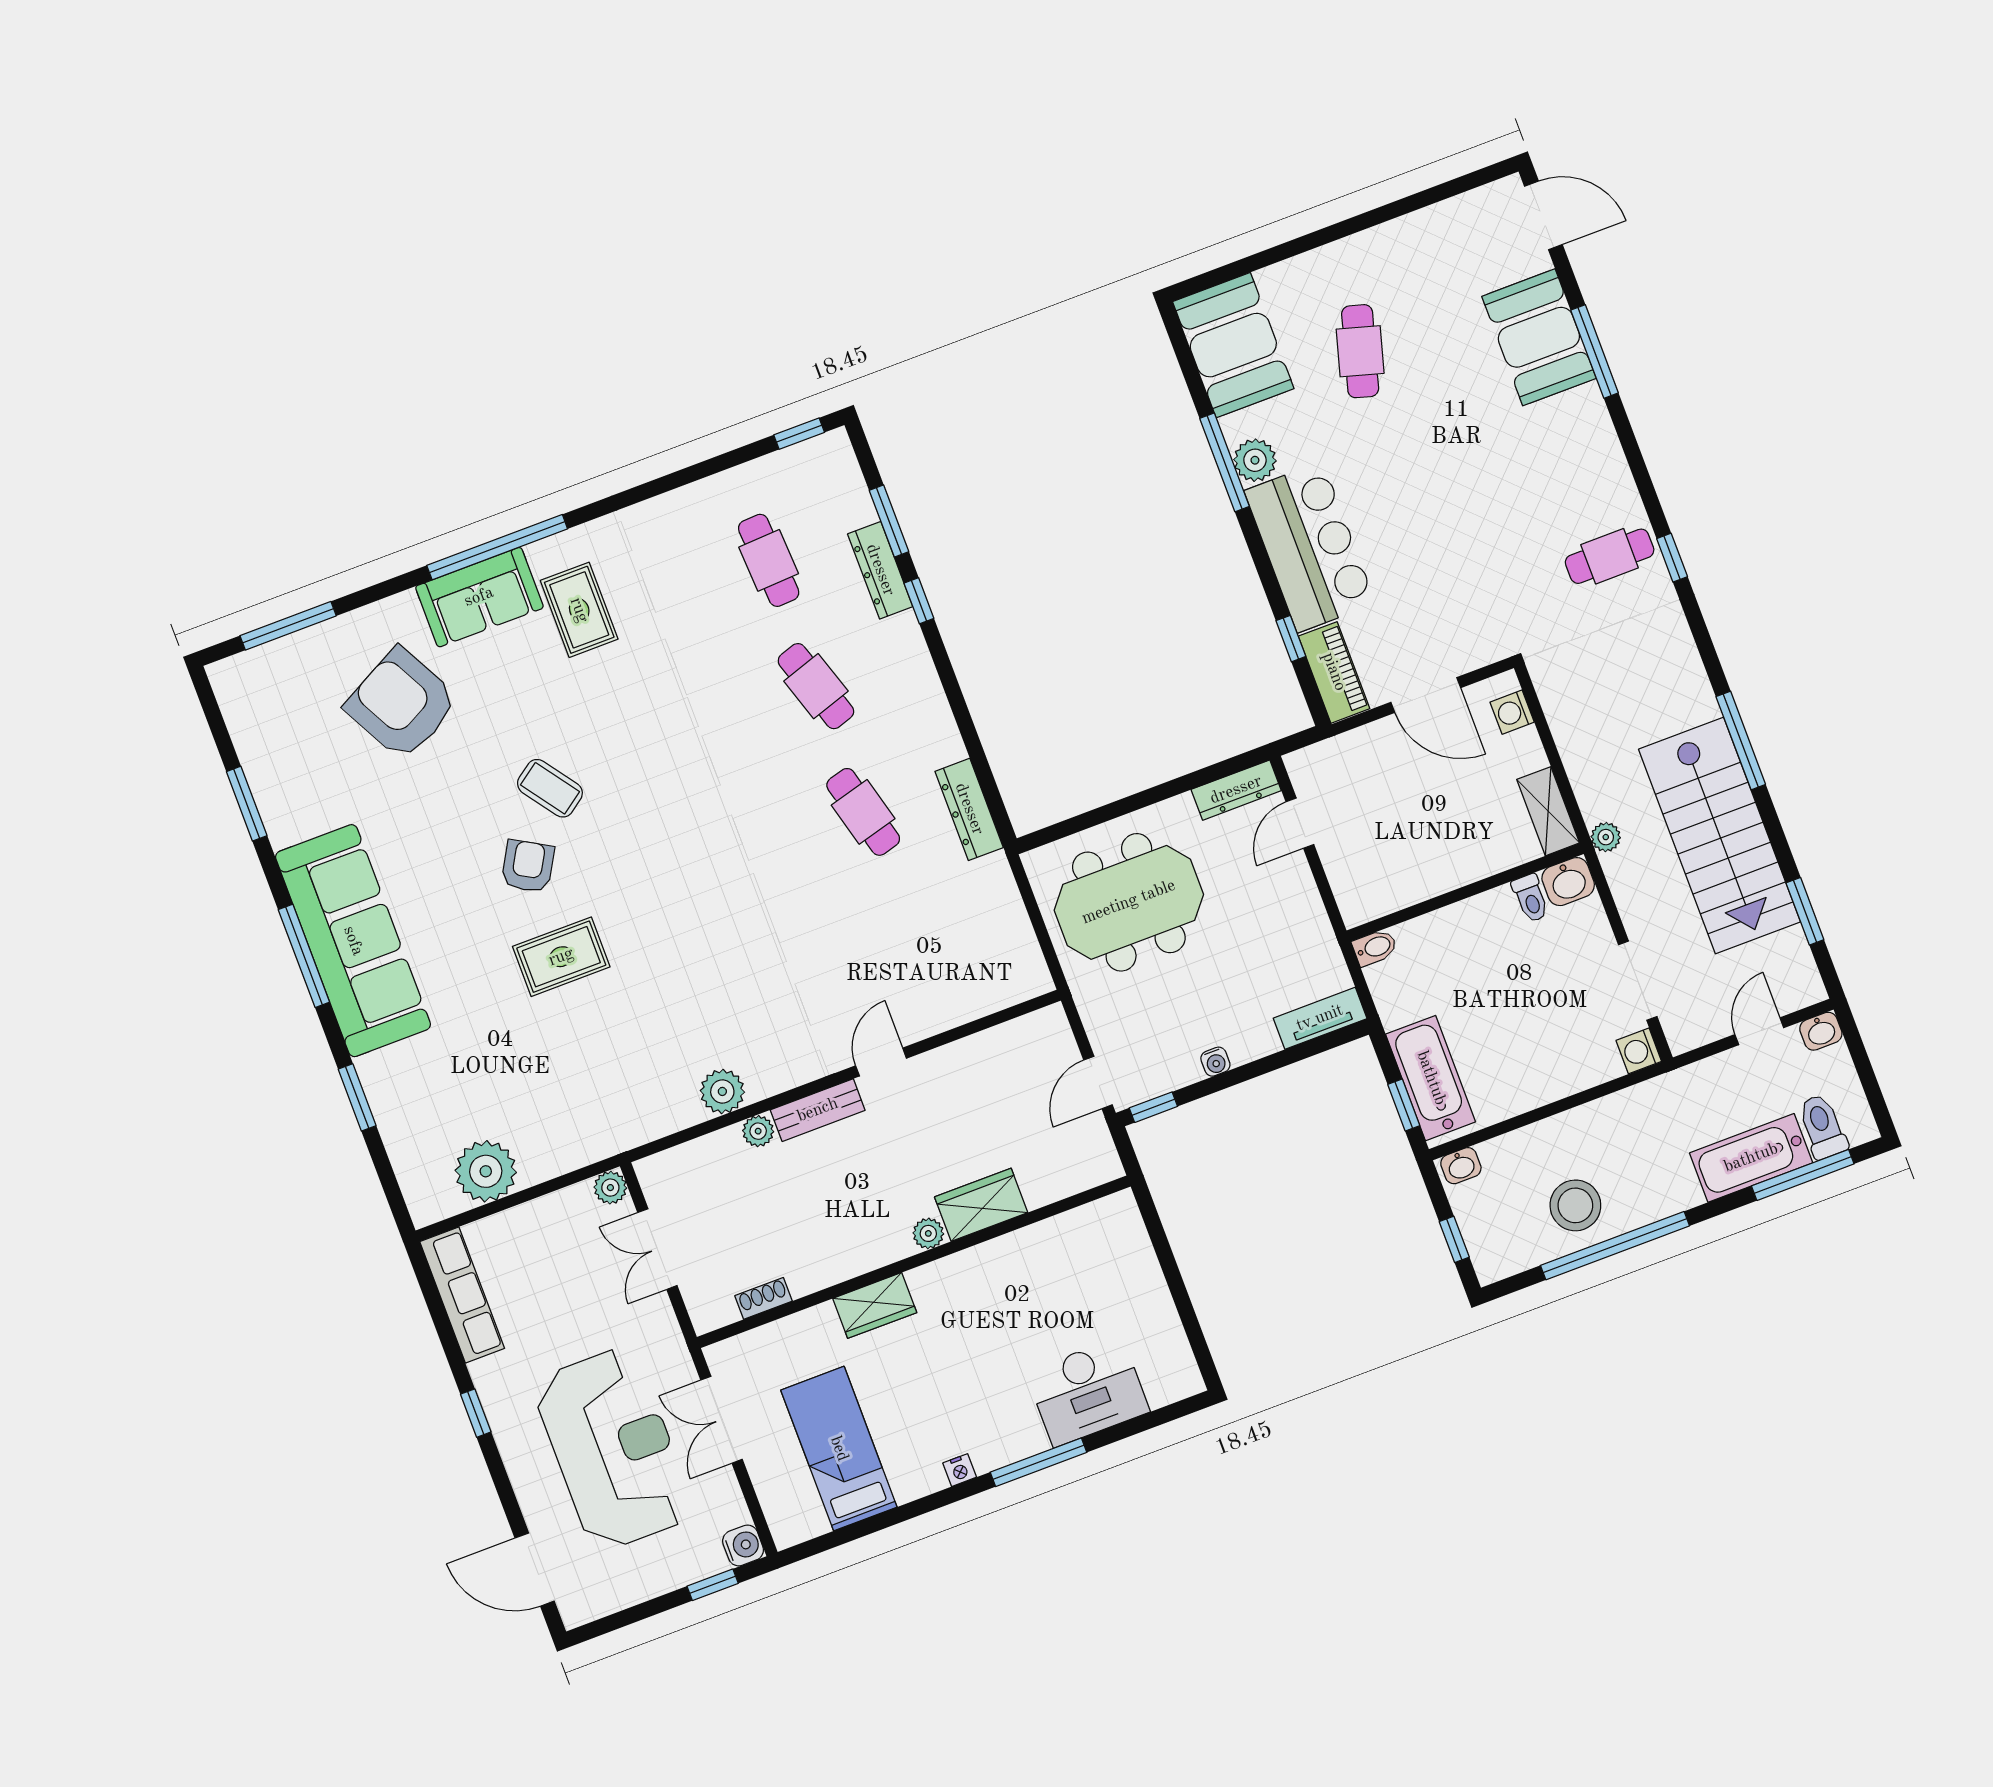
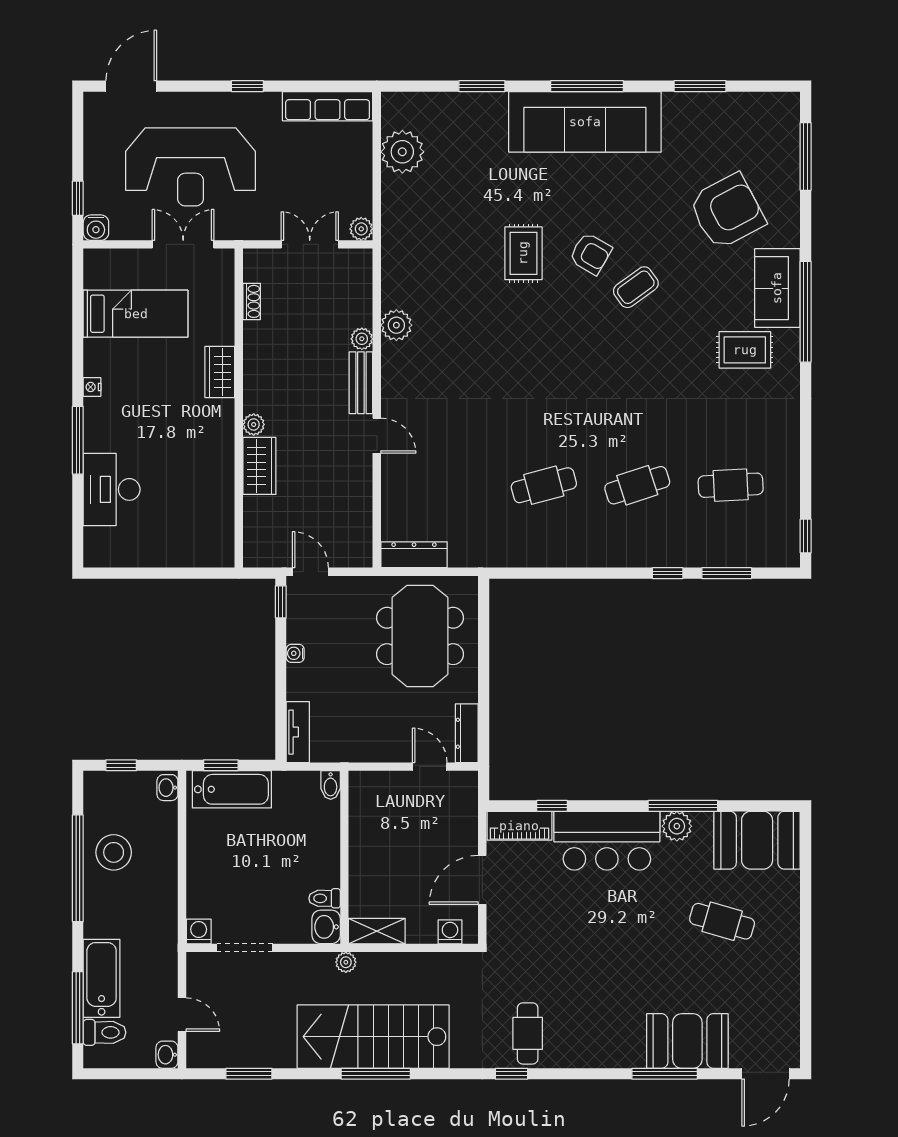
dresser: (880, 570) -> (697, 555), removed
dresser: (969, 809) -> (414, 555), moved
stairs: (1720, 836) -> (373, 1037), moved

